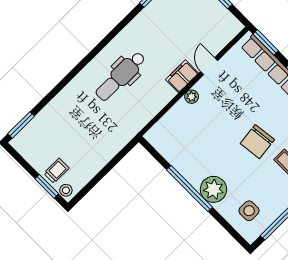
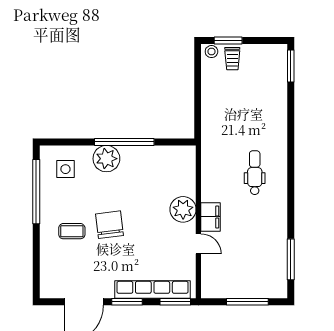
dental chair: (121, 76) -> (255, 173), width x0.73, depth x0.72
plant: (192, 97) -> (183, 209), width x1.88, depth x1.88

